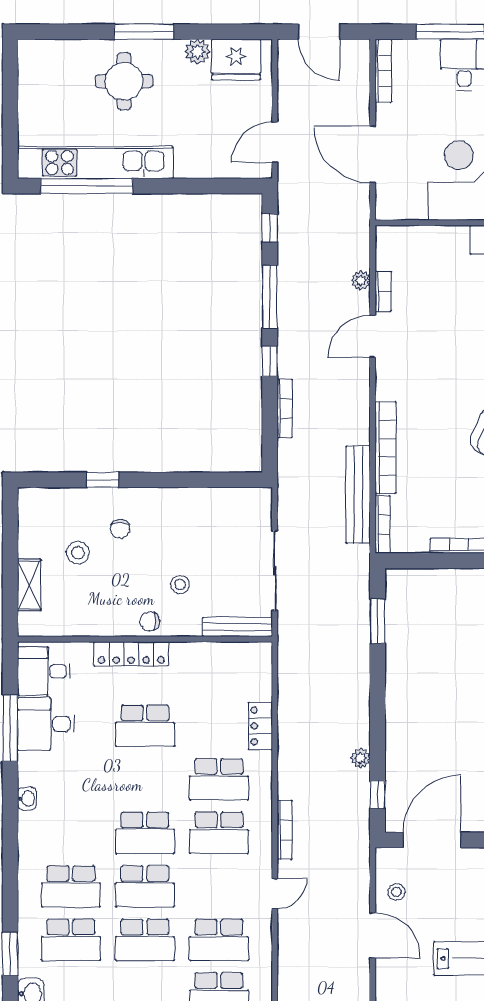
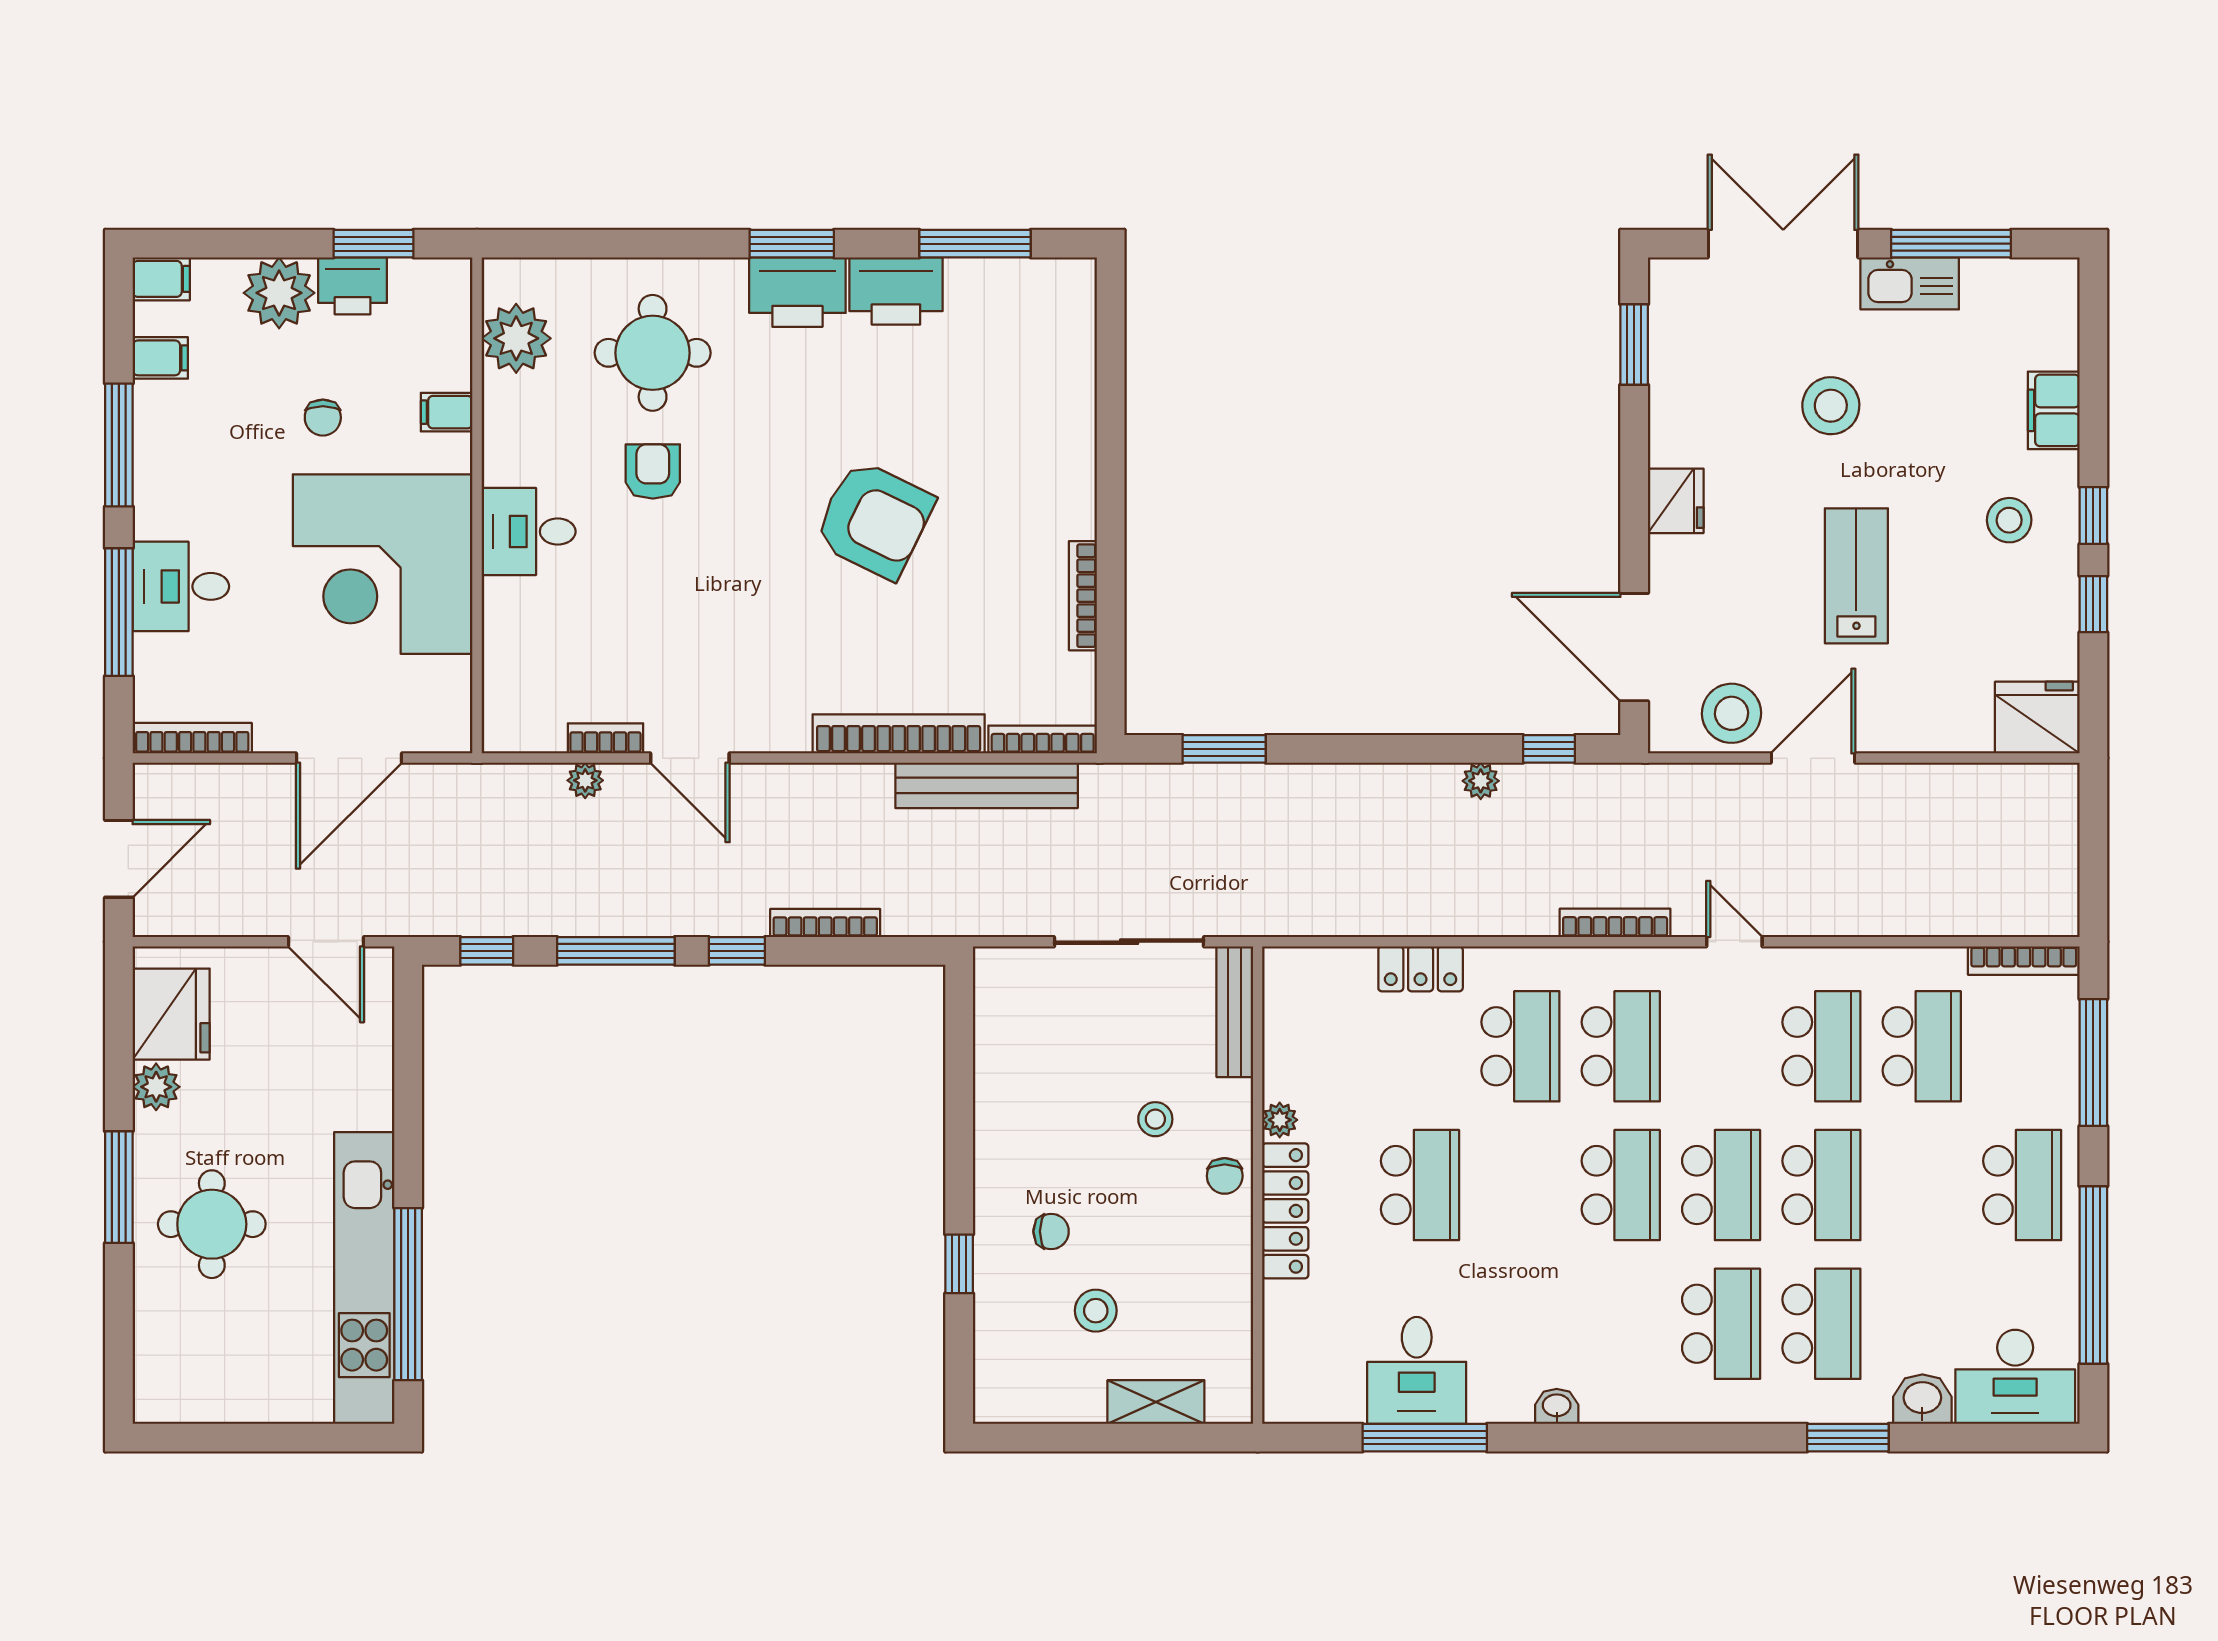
plant: (180, 651) -> (1280, 1120), added
desk: (44, 671) -> (1318, 1375), removed
stool: (397, 892) -> (1732, 713), width x1.89, depth x1.89

